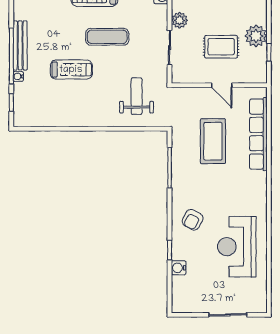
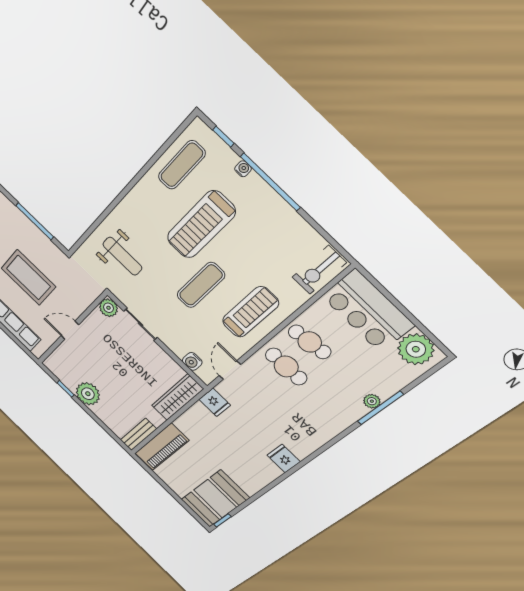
plant: (180, 20) -> (108, 308), moved
bench: (20, 45) -> (272, 201), removed
rug: (221, 47) -> (103, 362), removed
treadmill: (71, 70) -> (201, 225), width x1.37, depth x1.38
exercise mat: (48, 111) -> (182, 165), added

